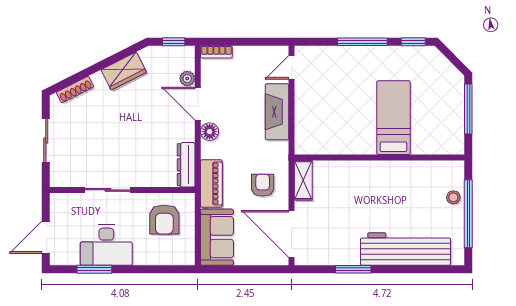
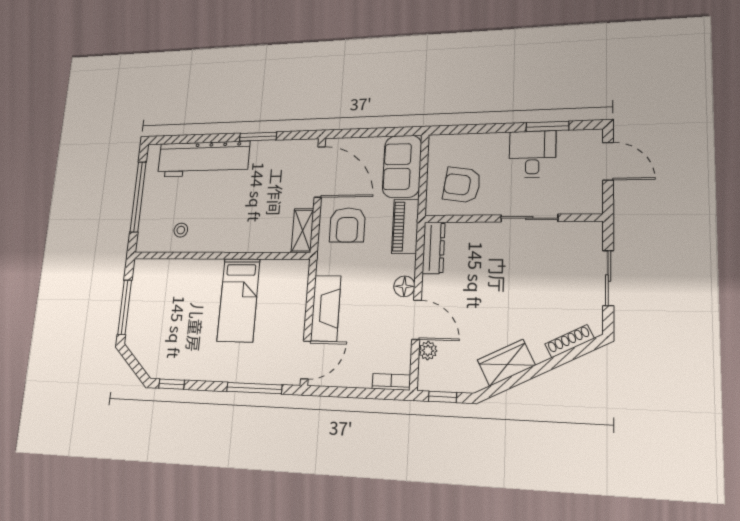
window: (362, 42) -> (254, 388), moved
door: (291, 67) -> (306, 360), width x1.38
bed: (393, 118) -> (239, 300), moved
armchair: (263, 185) -> (347, 225), width x1.38, depth x1.38
stool: (453, 197) -> (181, 230), moved
armchair: (164, 219) -> (462, 185), turned -82
door: (46, 237) -> (608, 161), hinge flipped
desk: (106, 245) -> (532, 154), width x0.73

